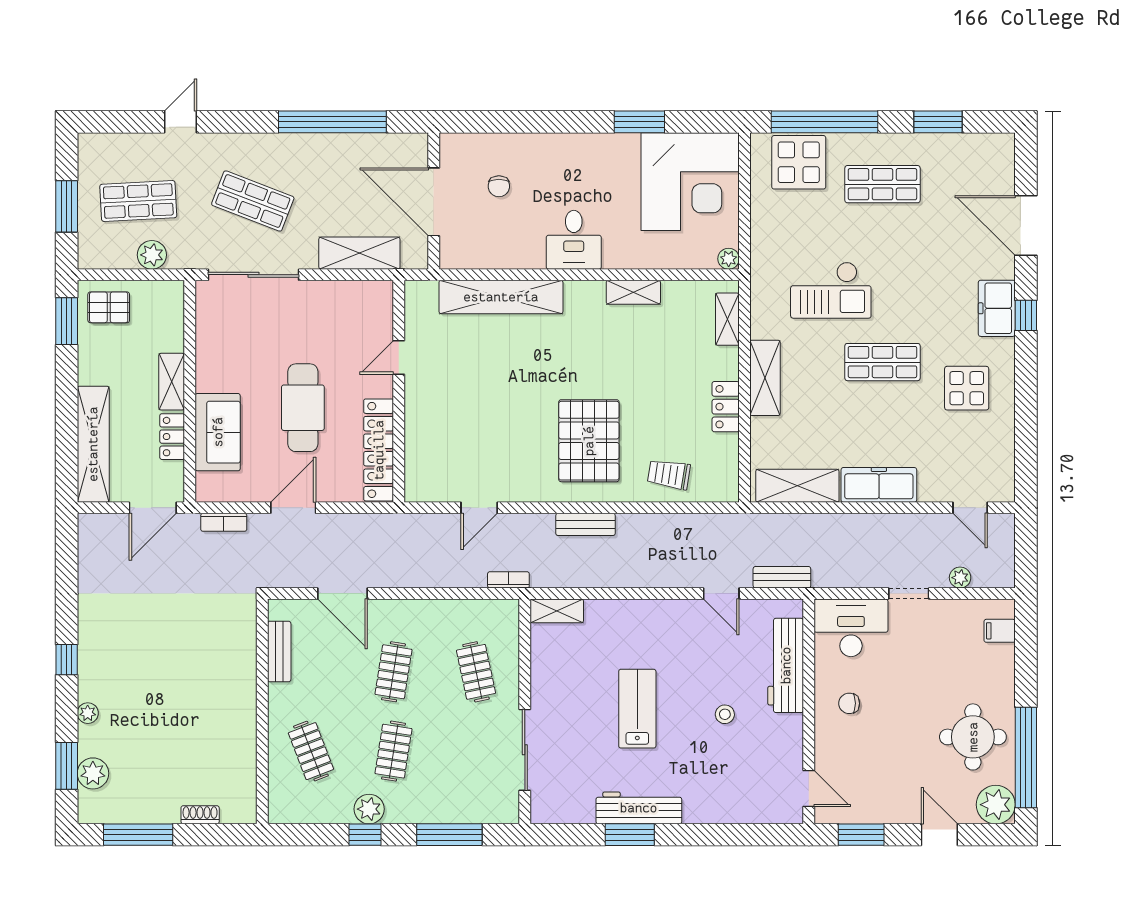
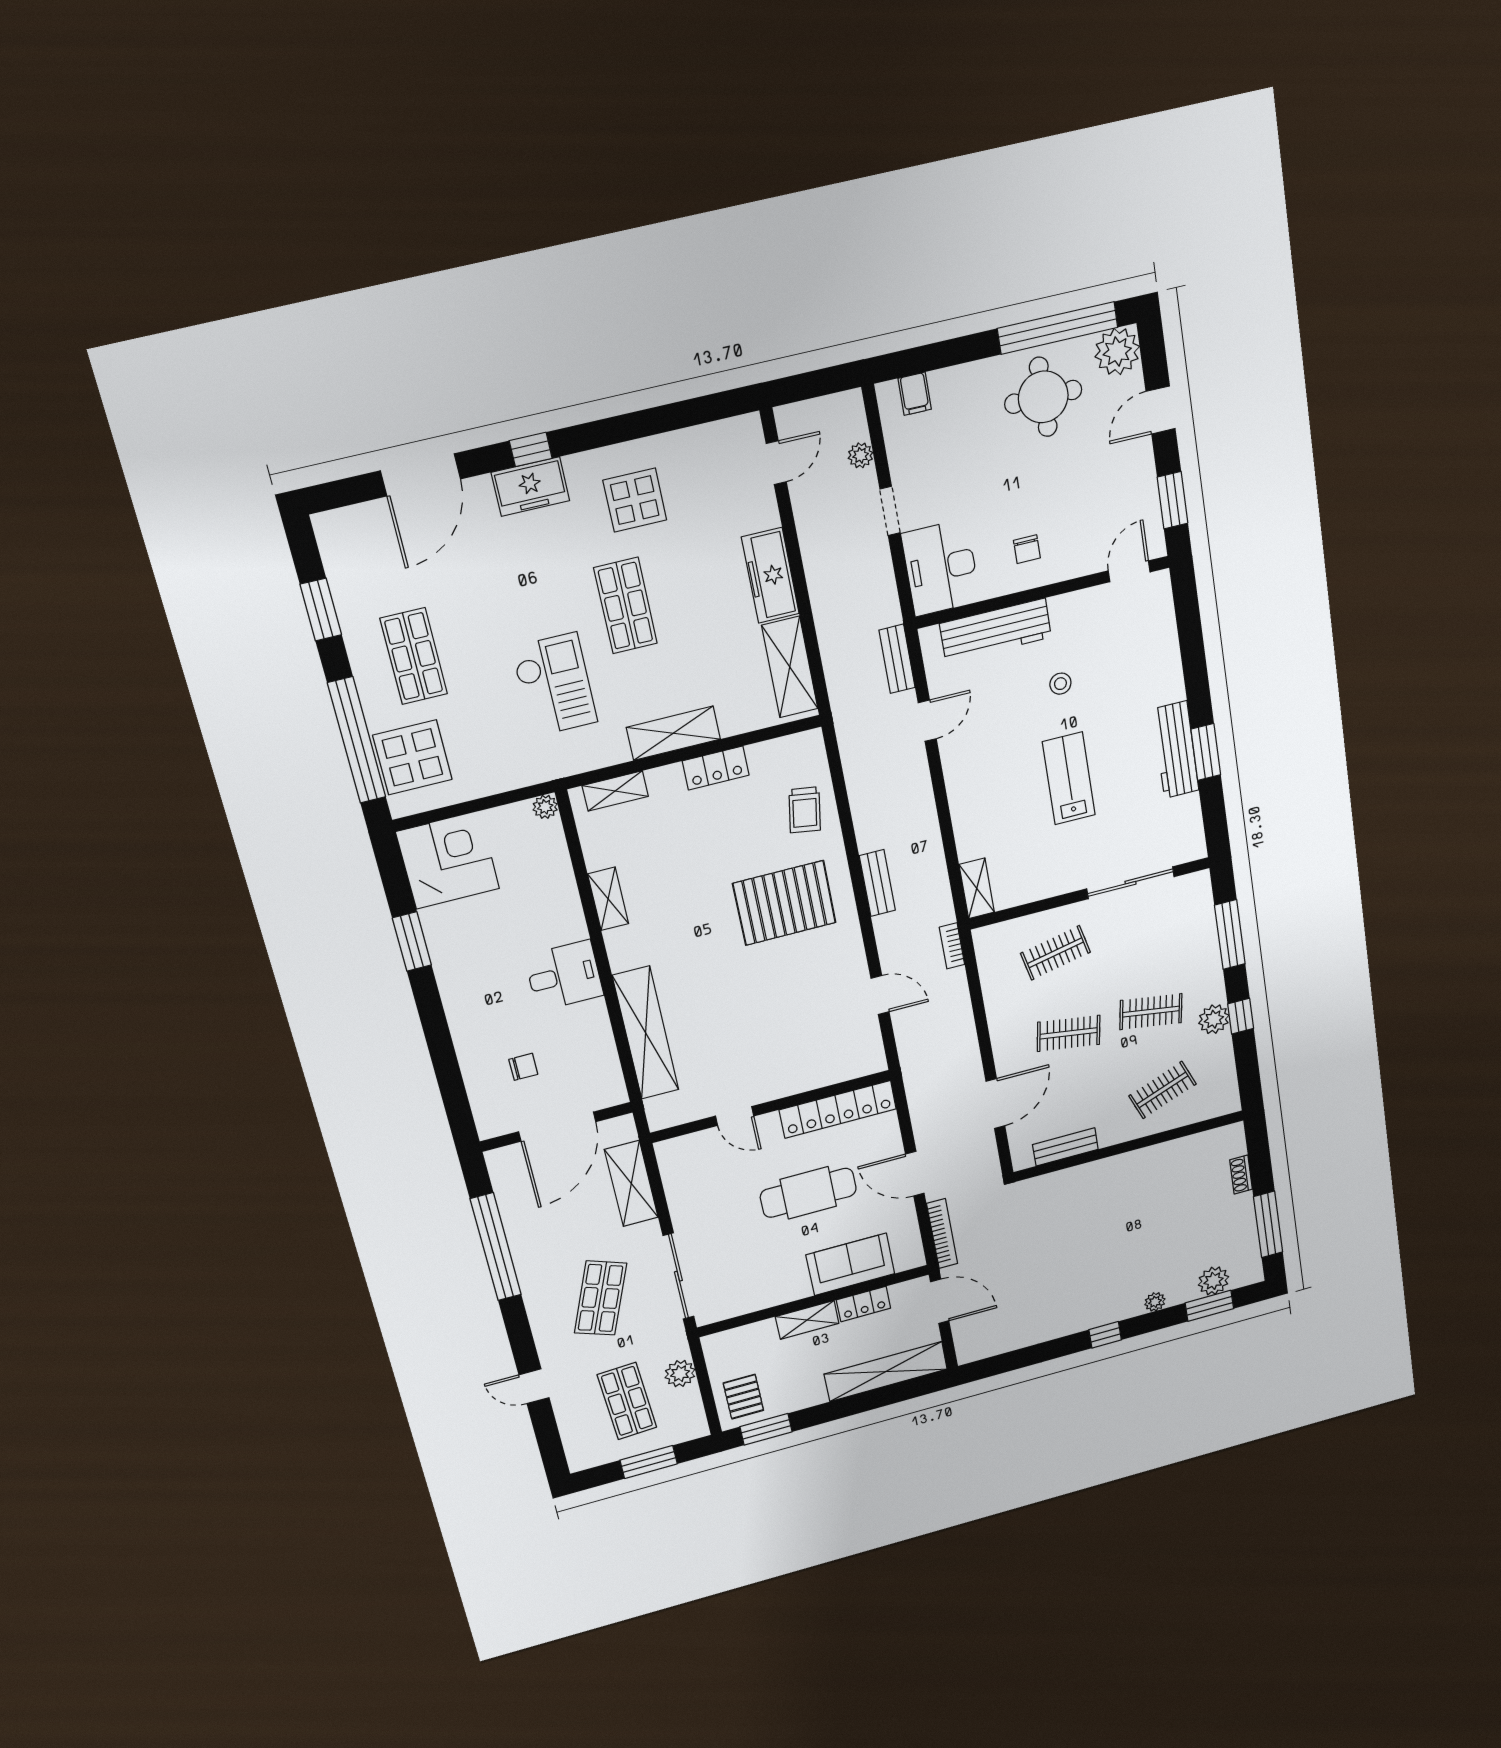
corner desk: (690, 182) -> (448, 860), width x0.74, depth x0.74
bookcase: (224, 522) -> (942, 1234), width x1.56
lab bench: (637, 709) -> (1069, 778), turned 90

